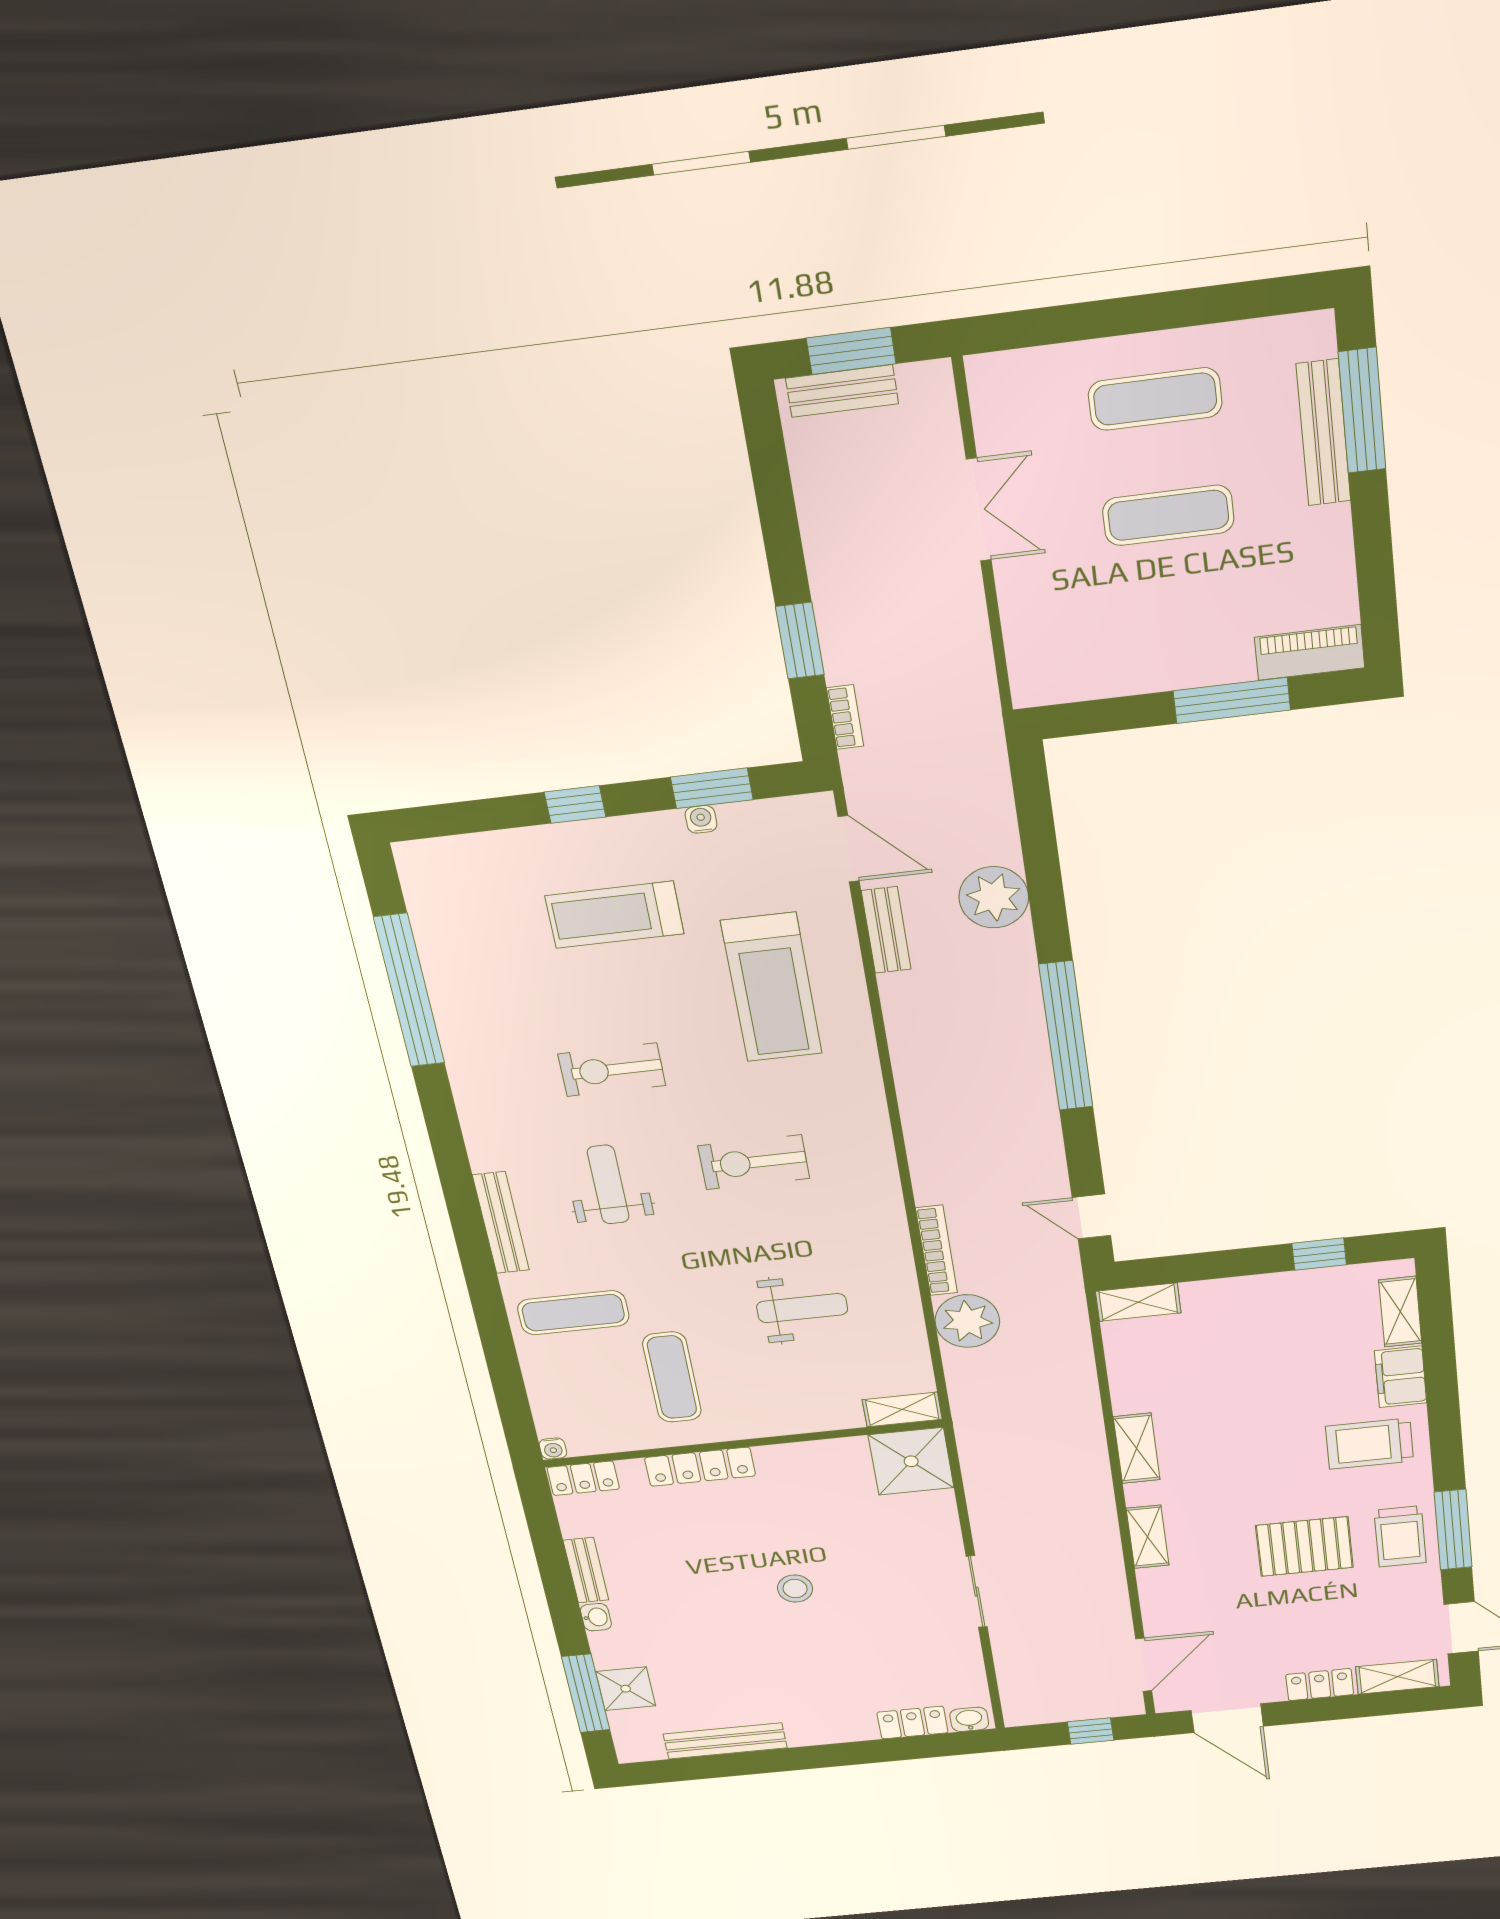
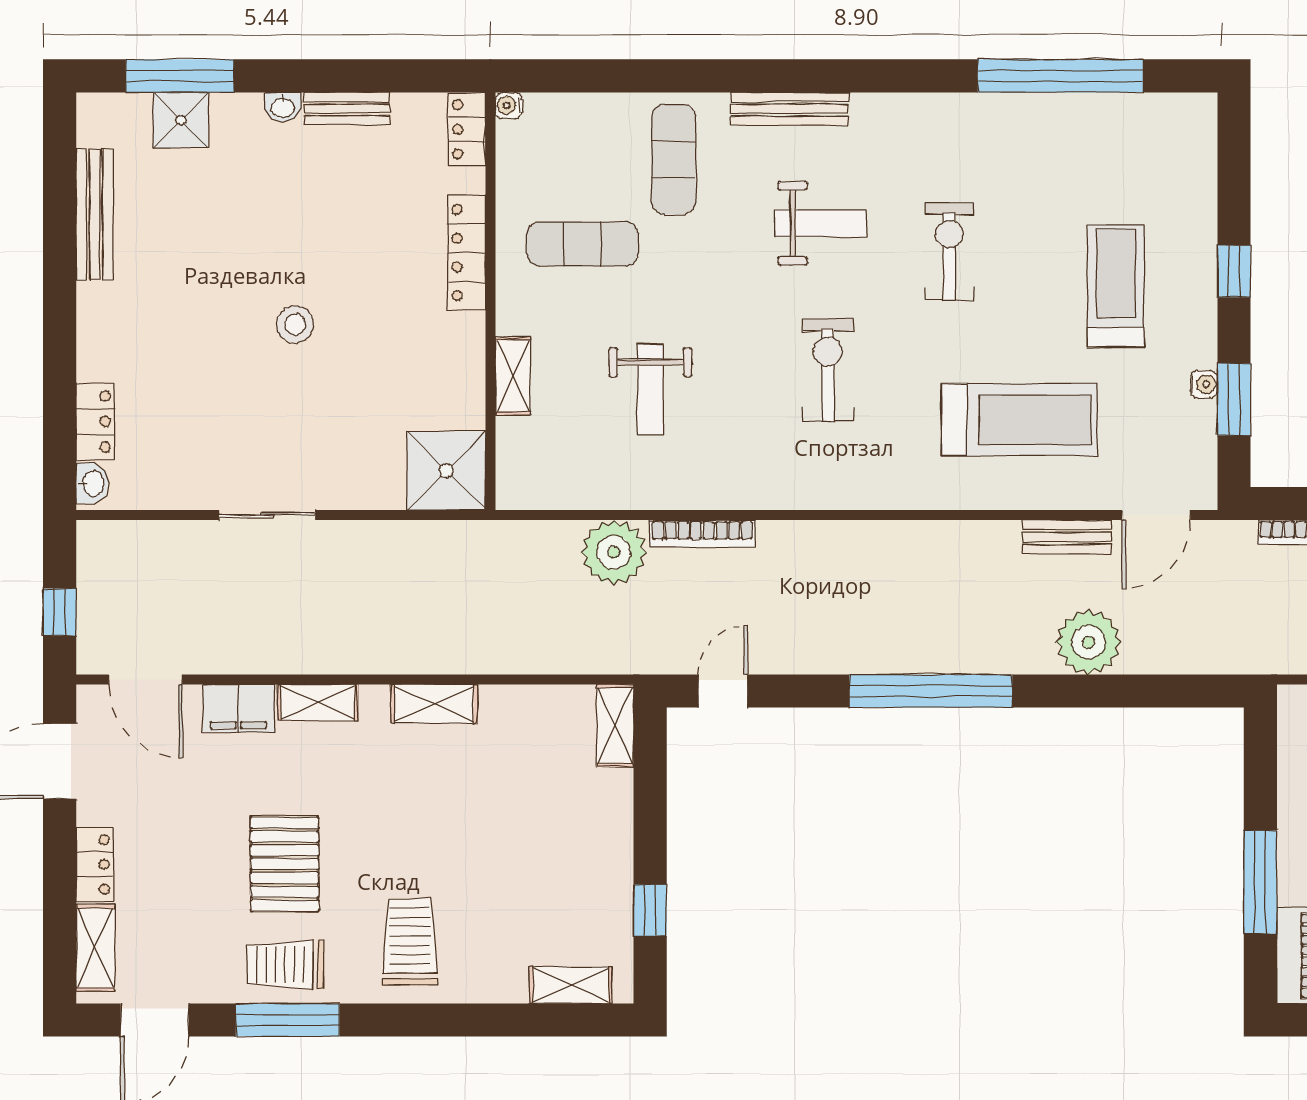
treadmill: (772, 987) -> (1020, 420), turned 180
filing cabinet: (1401, 1377) -> (238, 708), moved, turned 180
shelving: (902, 1409) -> (513, 376), moved

